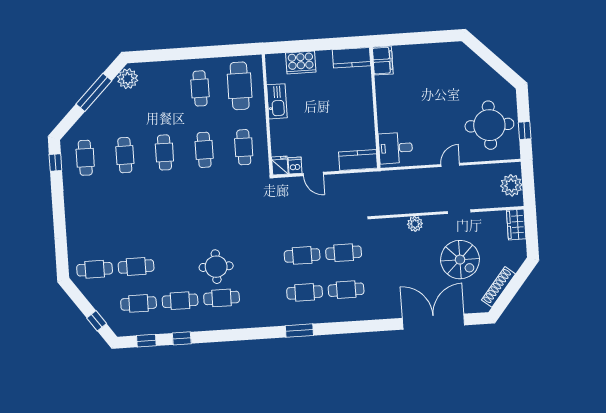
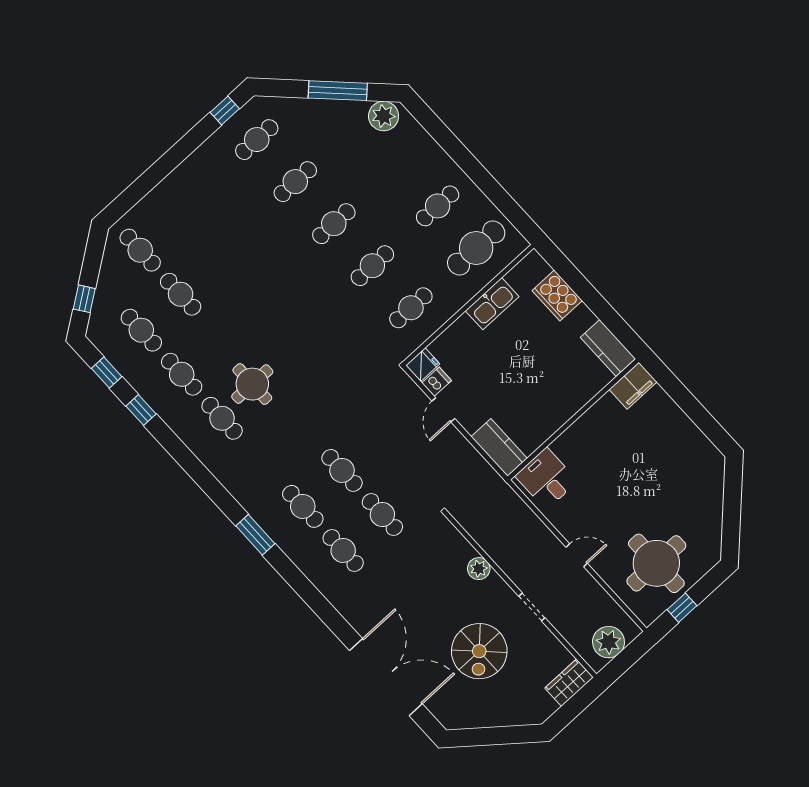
shoe rack: (498, 287) -> (483, 719), removed

